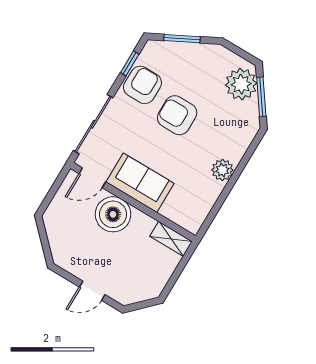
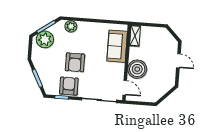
armchair: (142, 85) -> (69, 86), turned 90
plant: (222, 170) -> (71, 26), moved
sofa: (140, 183) -> (117, 46), moved

